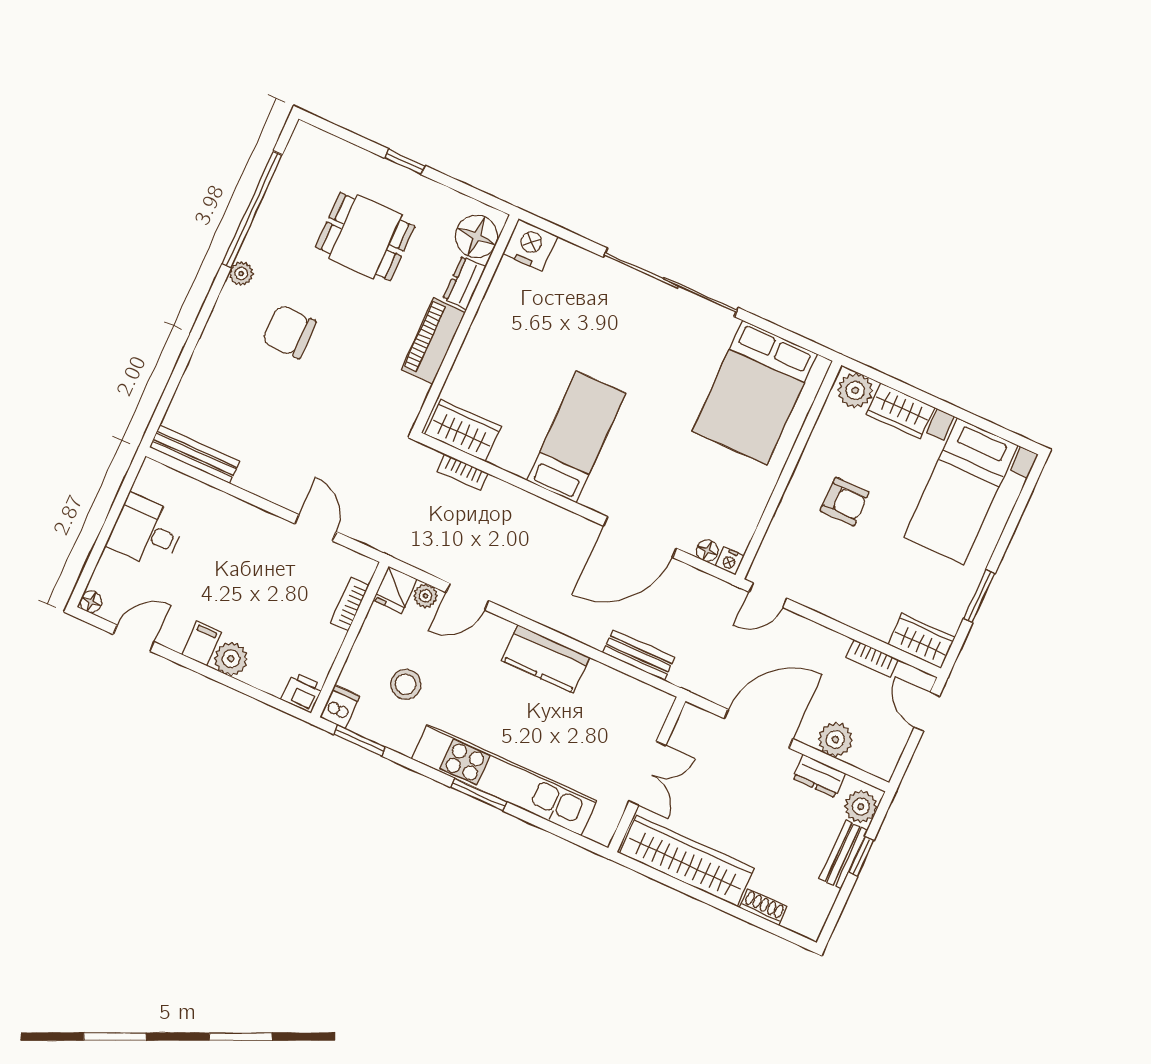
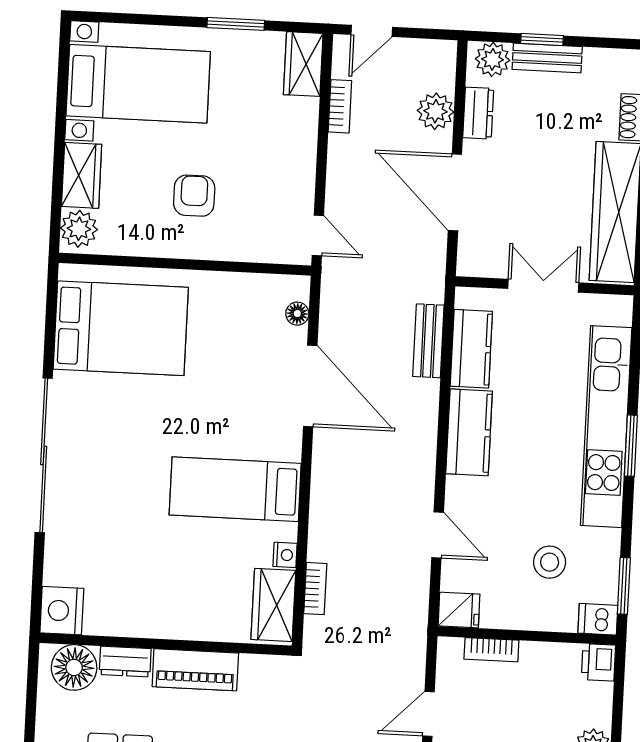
nightstand: (730, 561) -> (285, 555), moved
plant: (425, 596) -> (453, 577), removed
kitchen counter: (617, 689) -> (471, 349), added

